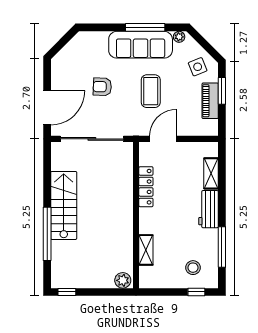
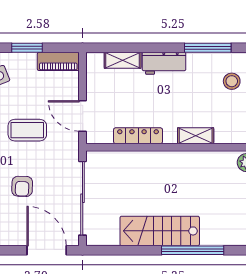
piano: (210, 101) -> (58, 61), moved
shelving: (146, 250) -> (196, 136), moved

